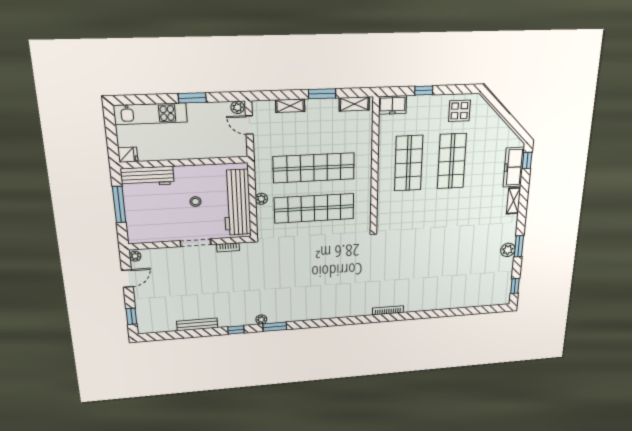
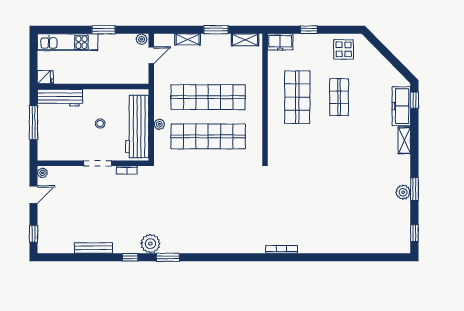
door: (249, 125) -> (151, 55), swing flipped
shop shelf: (452, 161) -> (339, 97), width x0.70, depth x0.74
plant: (261, 320) -> (150, 244), width x1.88, depth x1.88

